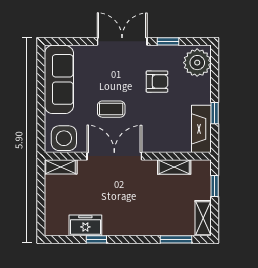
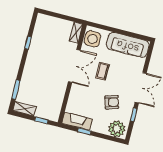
armchair: (157, 82) -> (112, 102), turned -107
shelving: (174, 167) -> (59, 99), removed
freezer: (85, 225) -> (38, 38), removed

